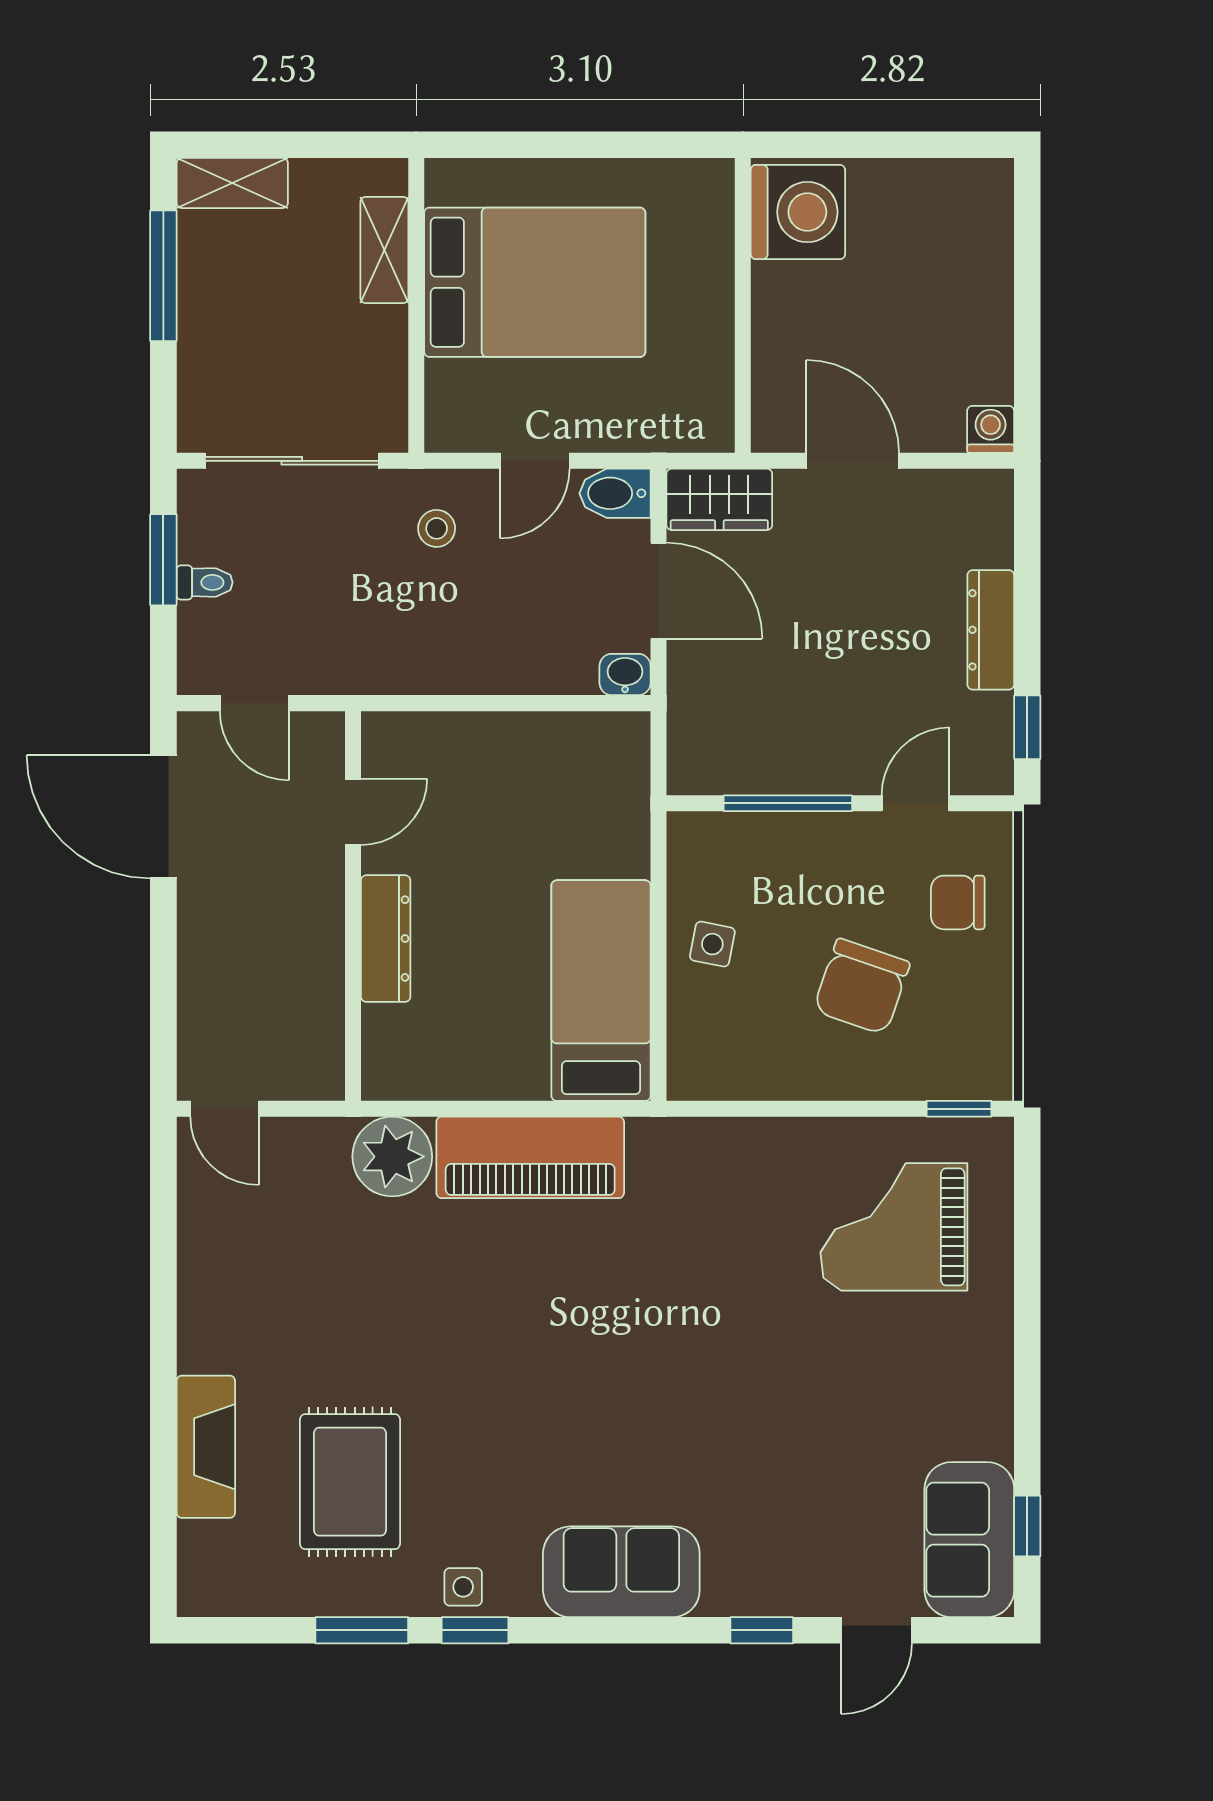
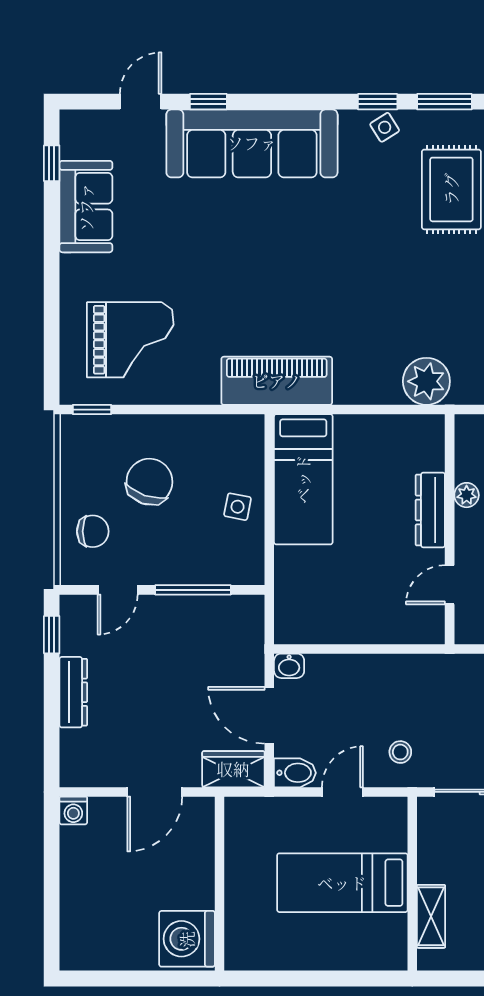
bed: (535, 282) -> (342, 883), width x0.67
door: (853, 461) -> (155, 792), hinge flipped
plant: (324, 964) -> (467, 495), added
piano: (530, 1157) -> (277, 381), moved
sofa: (969, 1540) -> (86, 207), moved
sofa: (621, 1572) -> (252, 143), width x1.85, depth x1.27
side table: (463, 1587) -> (385, 127), turned -32

